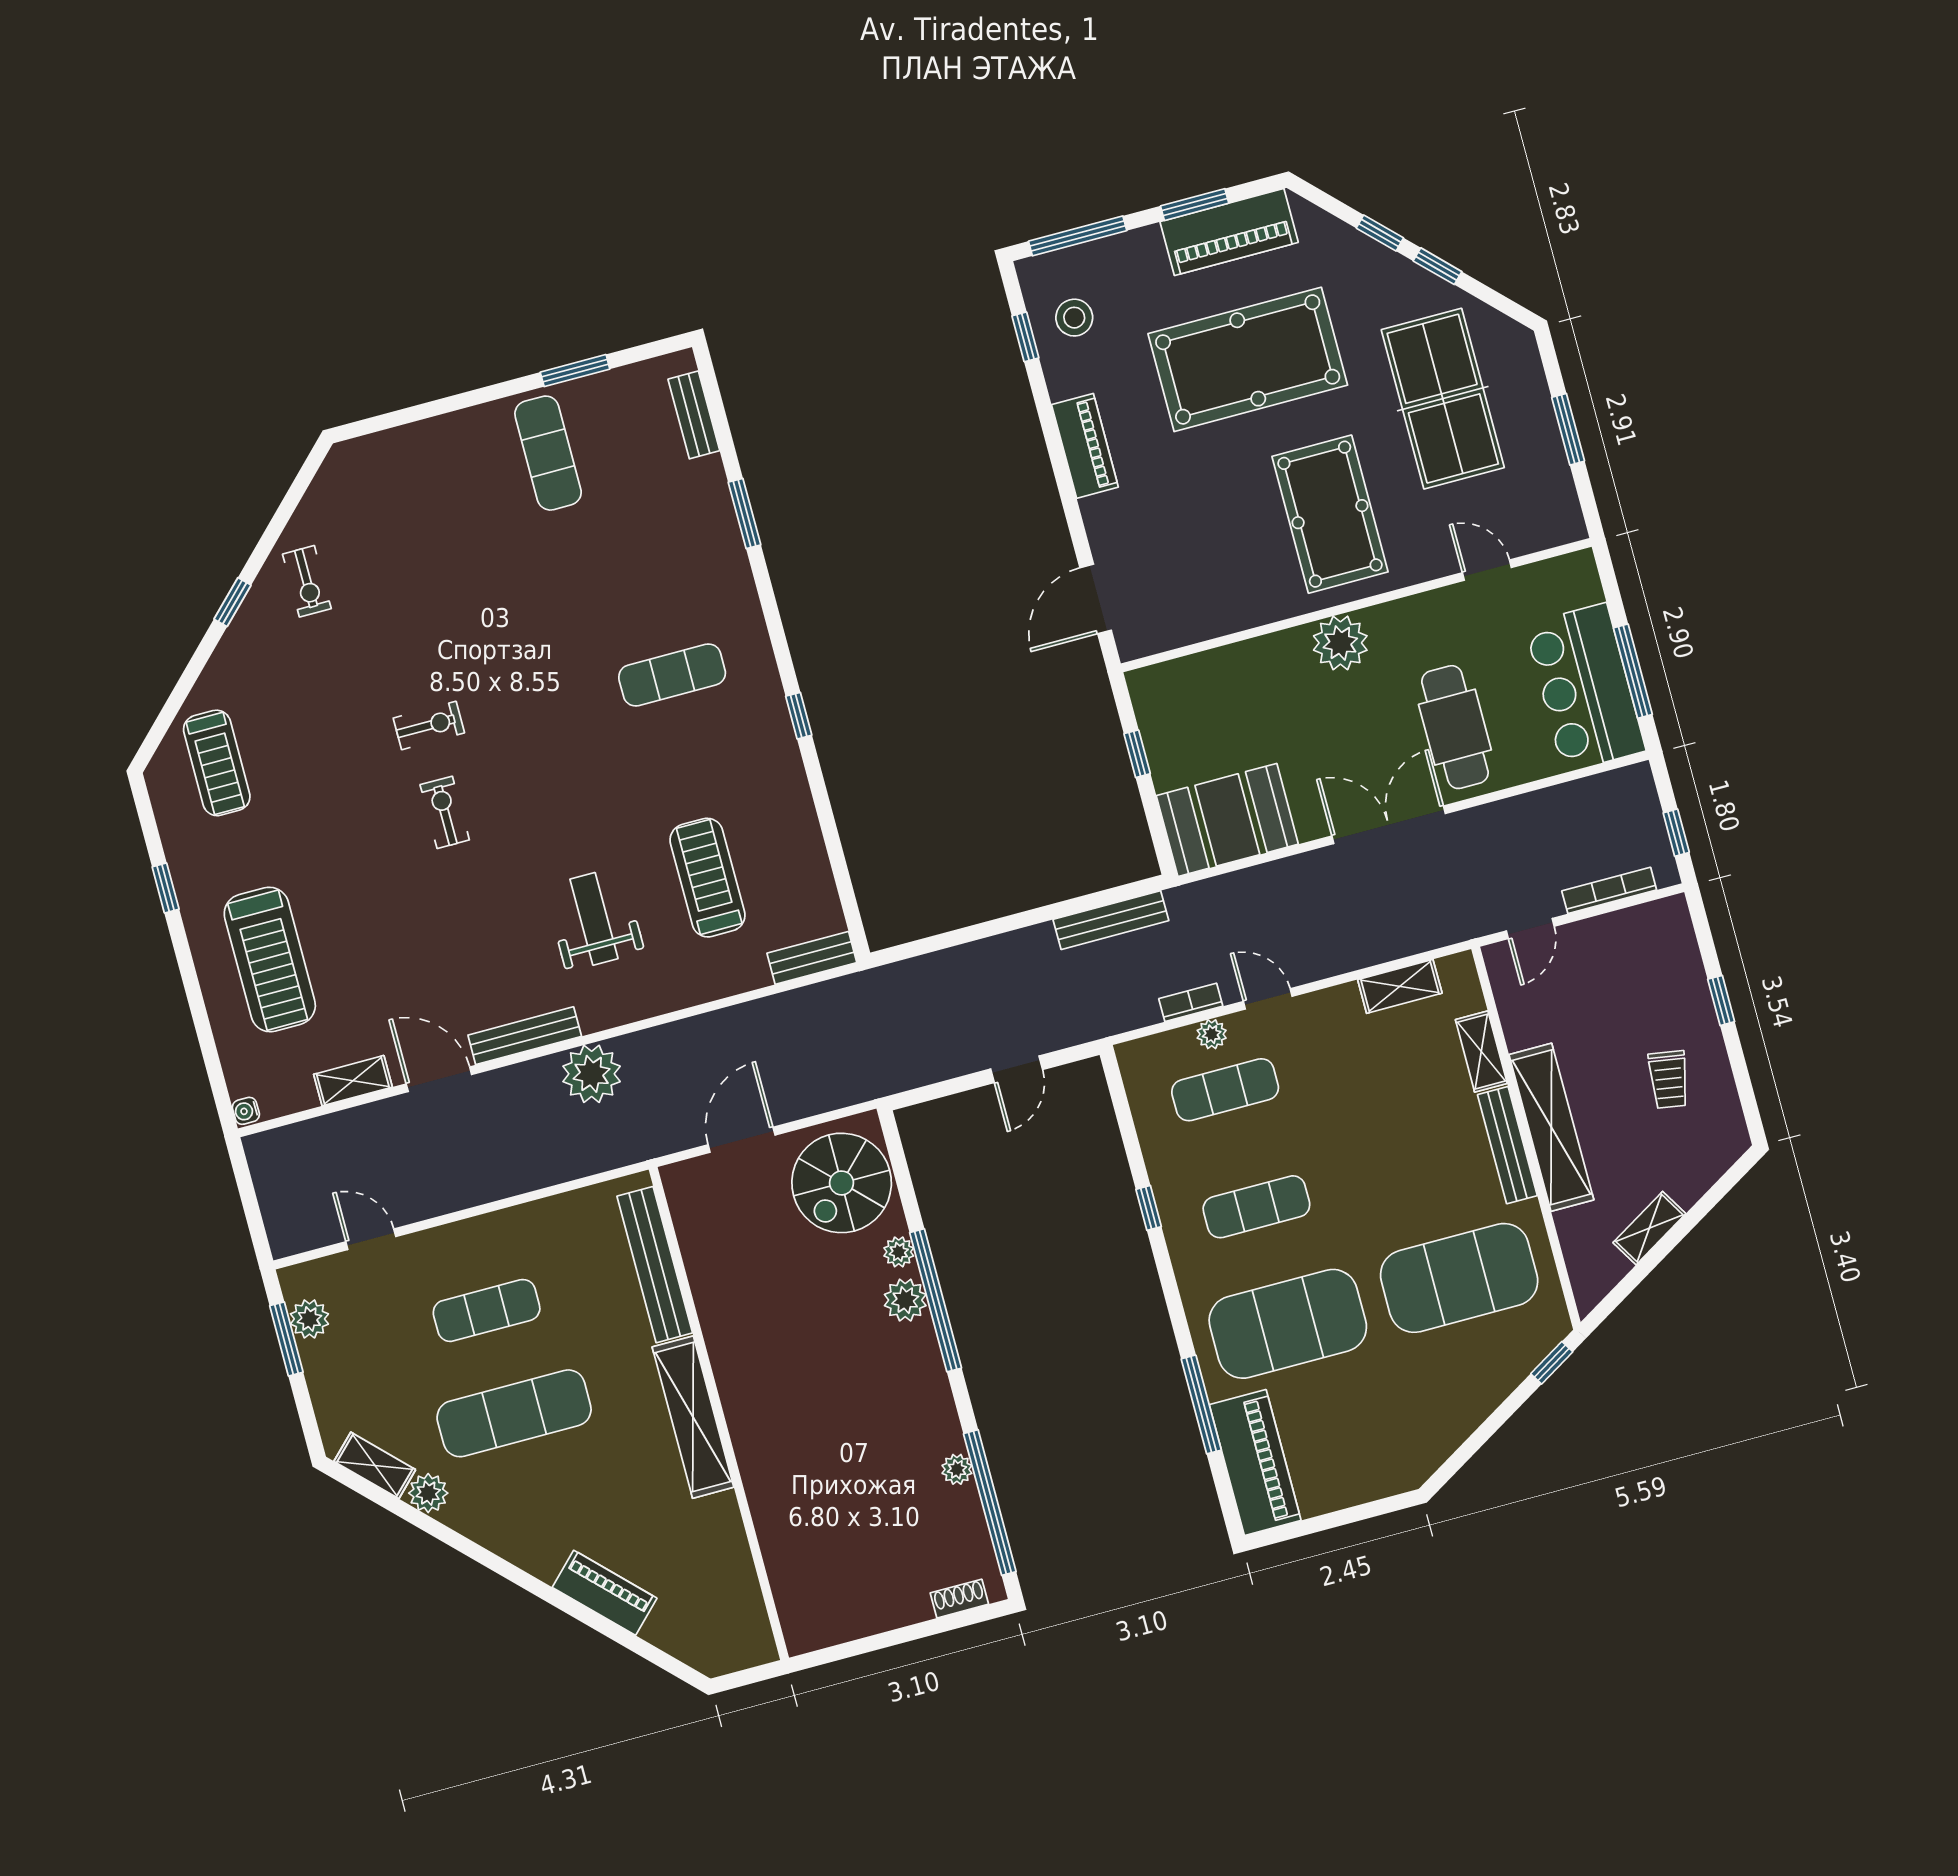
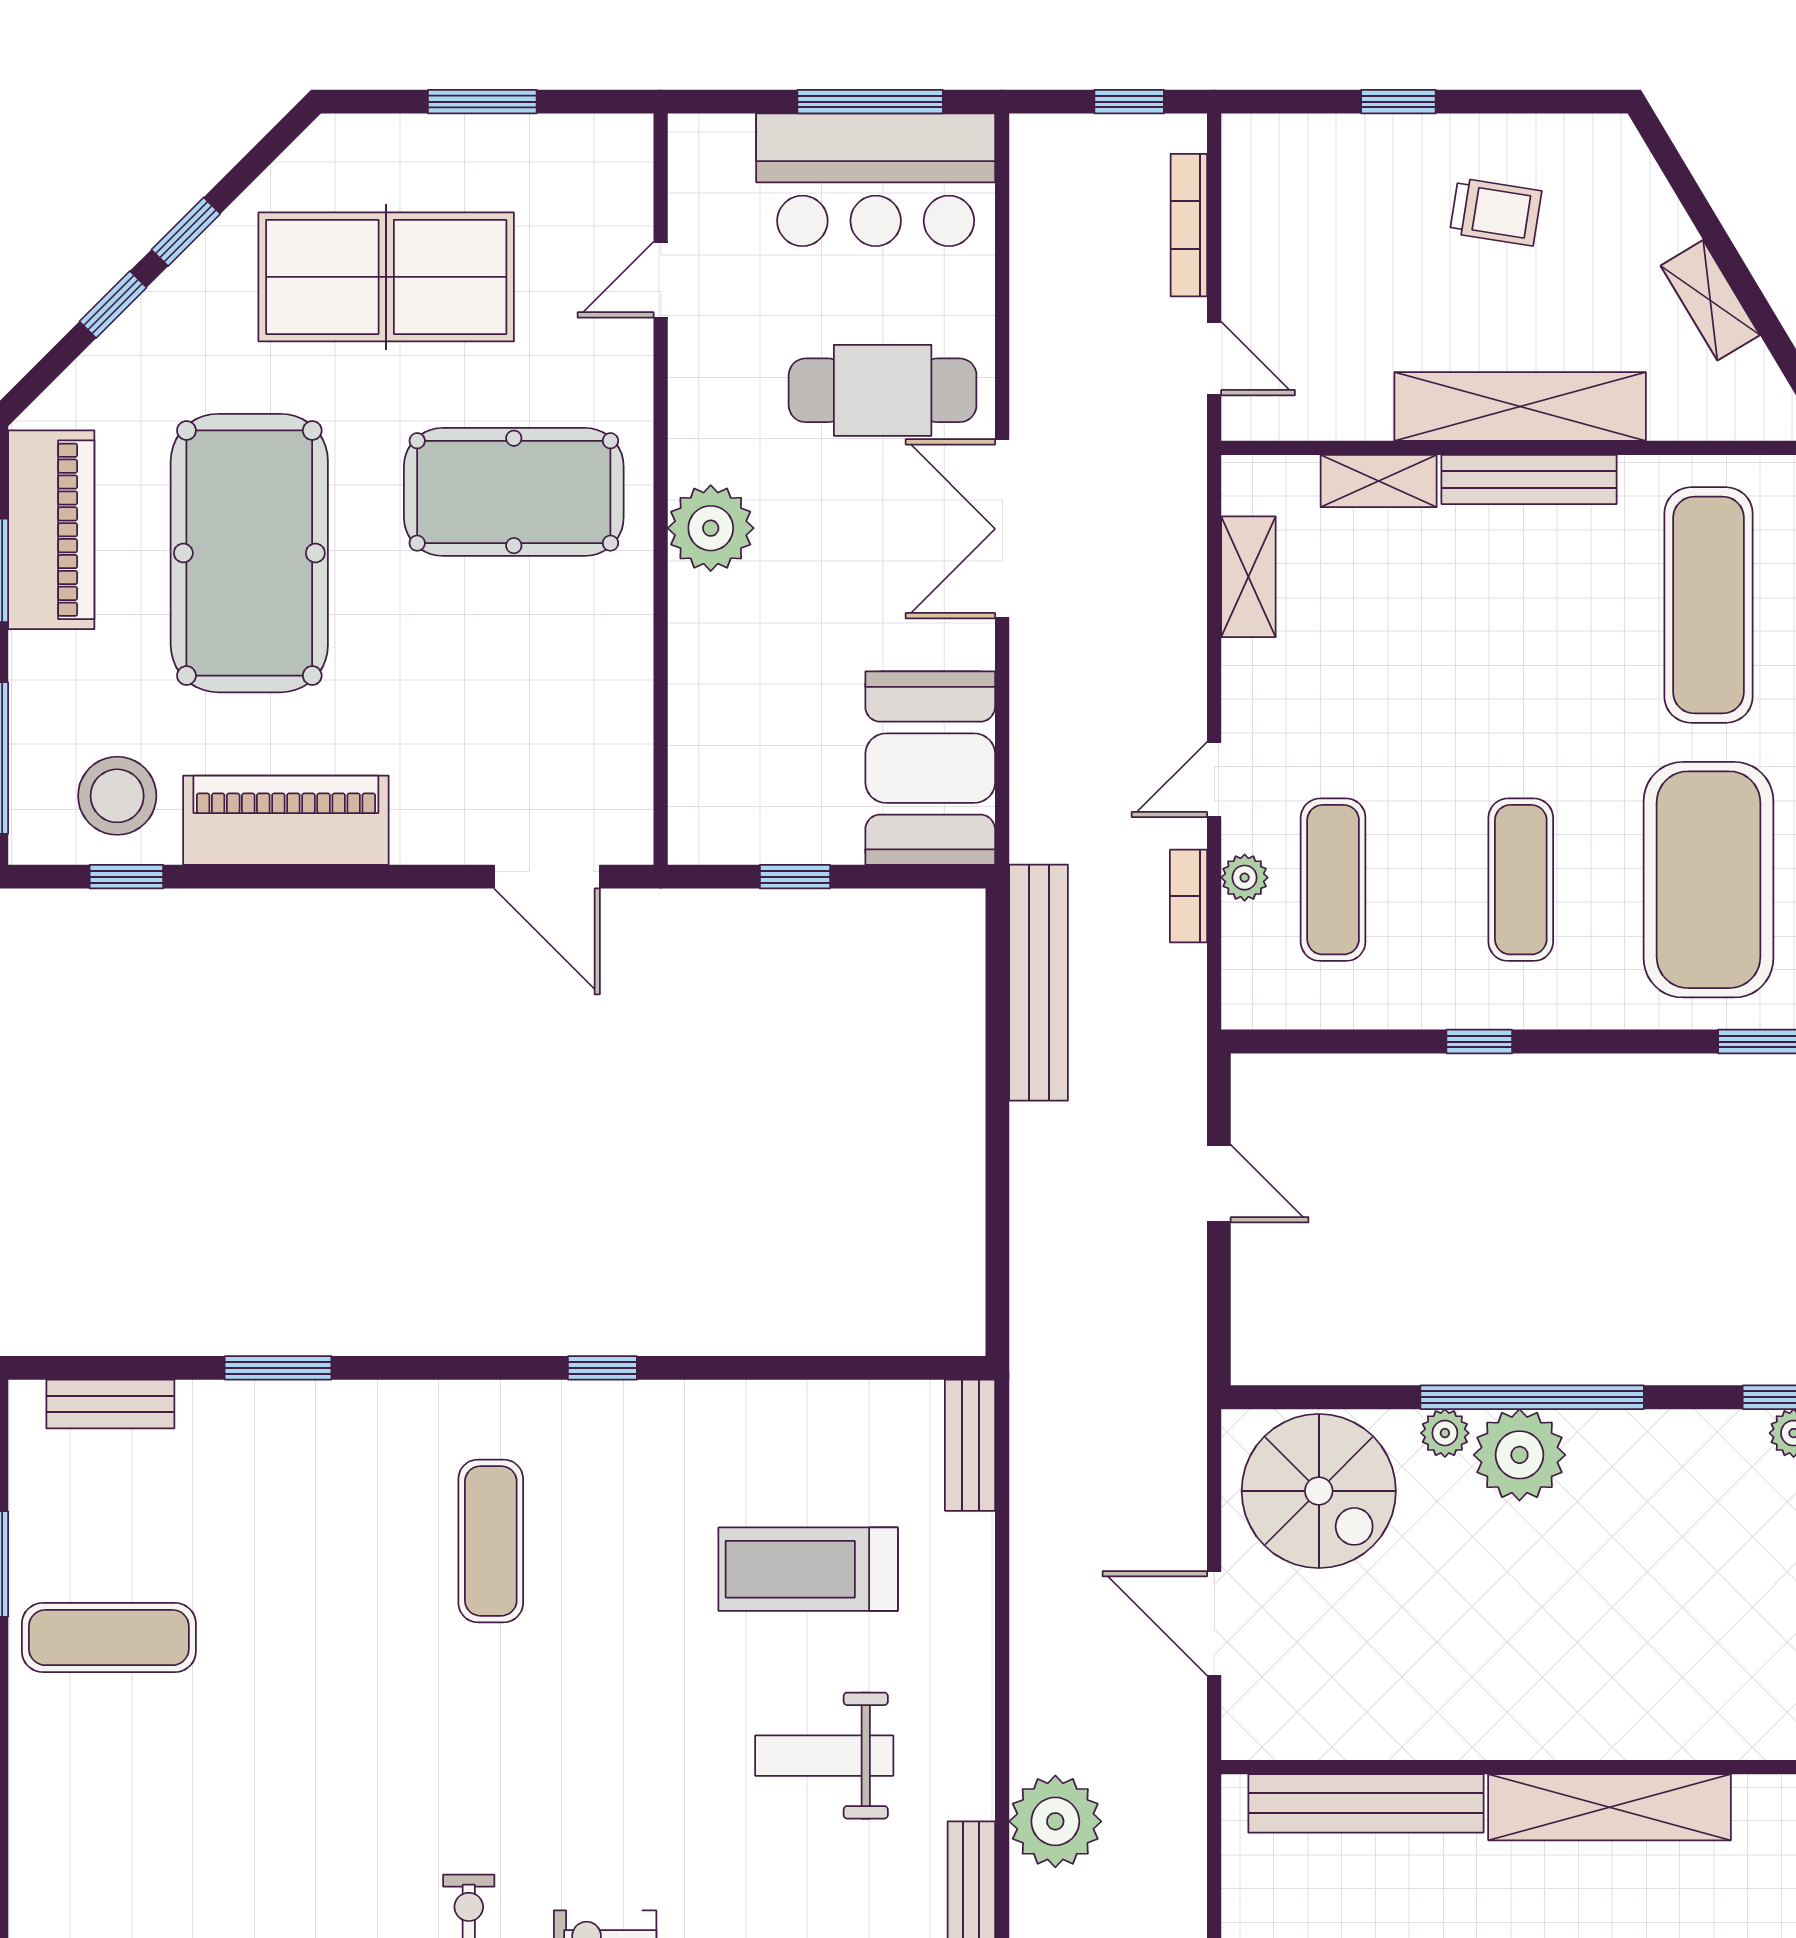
stool: (1074, 318) -> (117, 796), width x1.38, depth x1.38
piano: (1085, 446) -> (286, 820), width x1.37, depth x1.33
bench: (1111, 920) -> (1039, 983), width x1.37, depth x1.21
exercise mat: (1459, 1278) -> (1709, 605), width x0.68
plant: (905, 1300) -> (1519, 1455), width x1.36, depth x1.36

